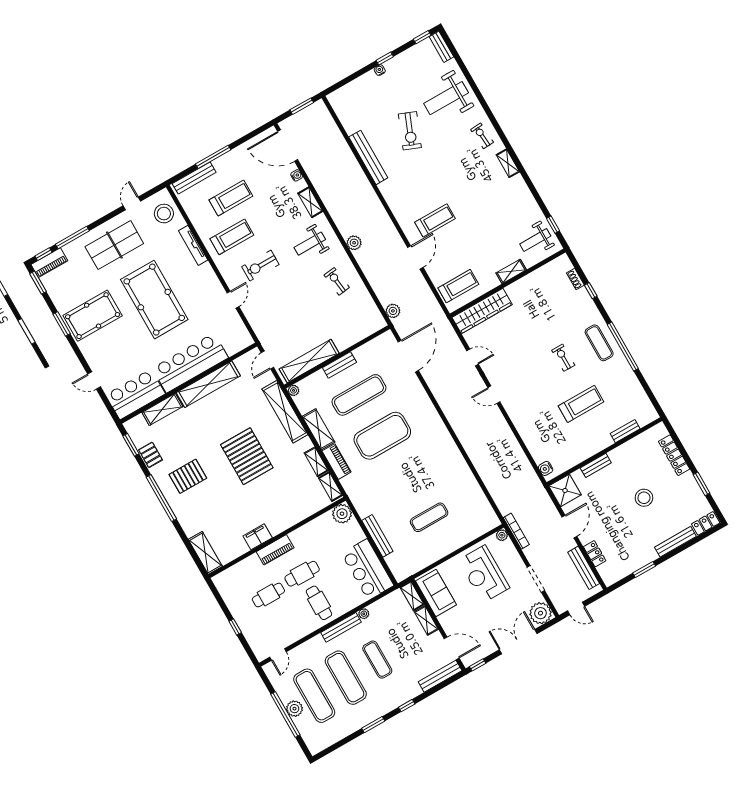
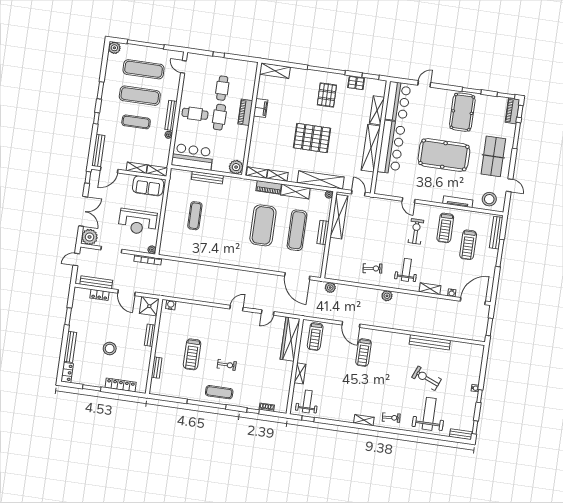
reception desk: (484, 574) -> (138, 222), turned 180
plant: (295, 709) -> (114, 48), moved

